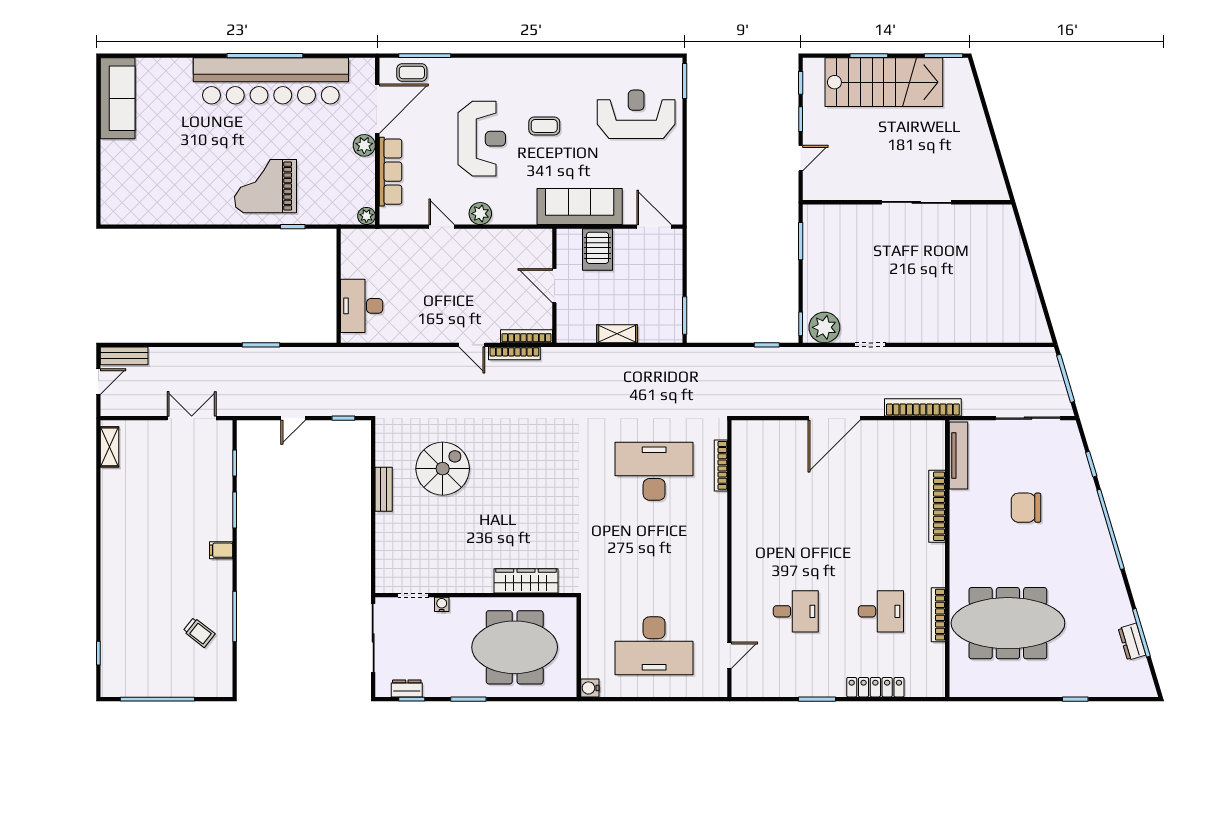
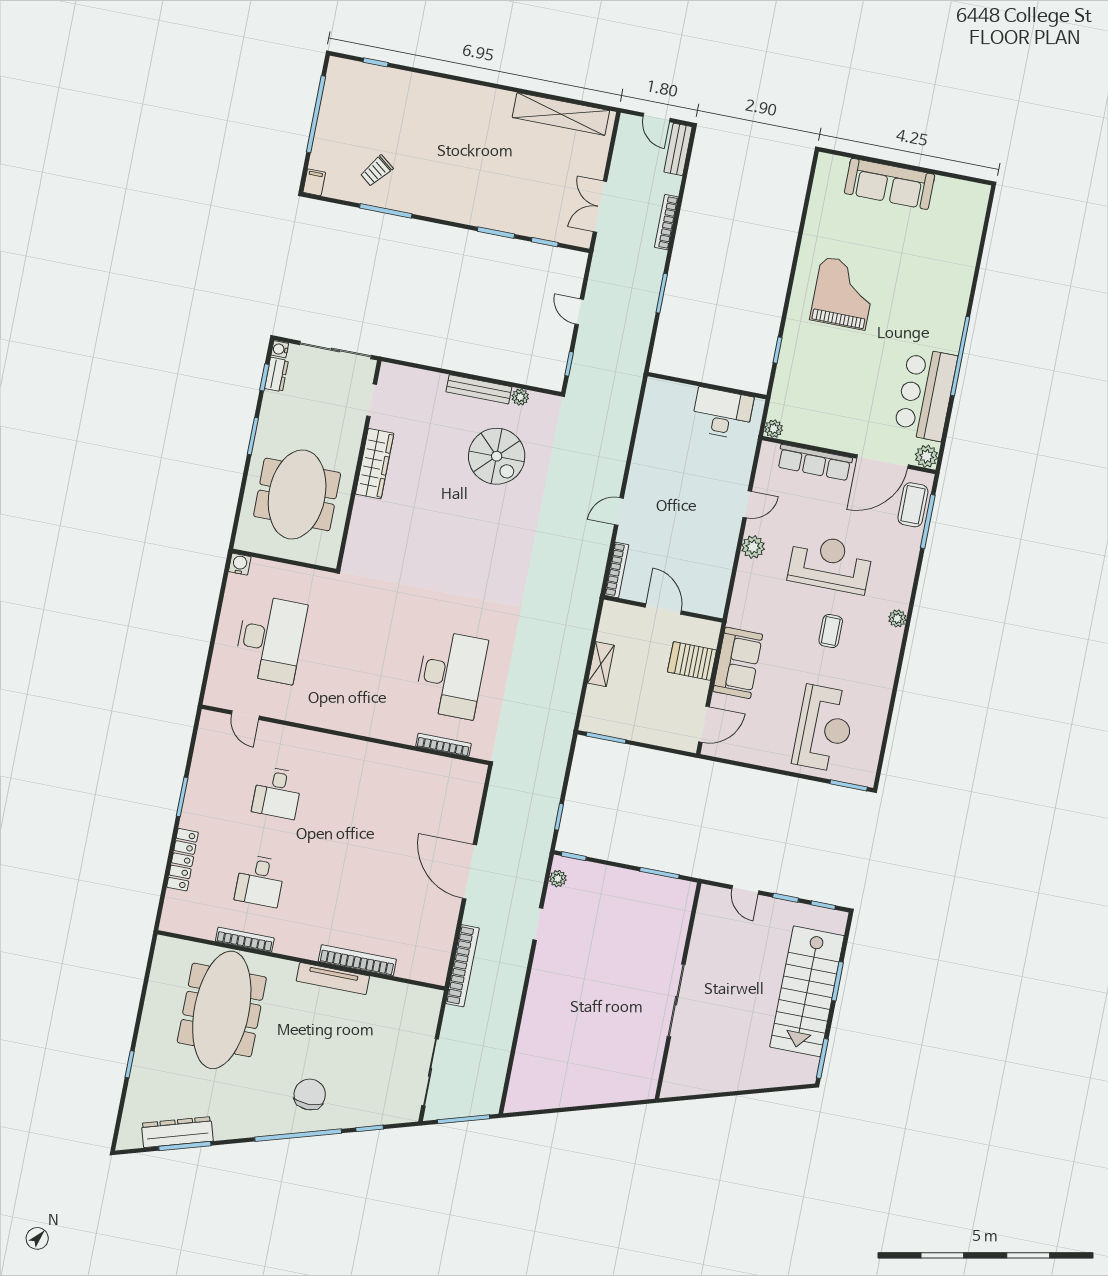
plant: (520, 66) -> (897, 618), added
coffee table: (412, 72) -> (913, 505), width x1.36, depth x1.30
bar counter: (271, 81) -> (926, 394), width x0.54
sofa: (118, 98) -> (890, 184), moved
door: (377, 109) -> (882, 462), hinge flipped
reception desk: (482, 139) -> (830, 564), turned 180
plant: (364, 145) -> (927, 456), moved
grand piano: (265, 186) -> (843, 293), moved
sofa: (580, 207) -> (738, 663), width x0.73
door: (554, 286) -> (663, 609), hinge flipped
desk: (362, 306) -> (722, 413), moved
plant: (824, 327) -> (558, 879), width x0.53, depth x0.53
bookcase: (514, 353) -> (666, 222), moved
double door: (192, 418) -> (600, 207), swing flipped
shelving: (109, 447) -> (561, 114), width x2.20, depth x1.33
tv unit: (958, 455) -> (333, 979), moved
plant: (383, 457) -> (520, 397), added
bench: (384, 489) -> (479, 389), width x1.36
chair: (1026, 508) -> (310, 1094), moved
filing cabinet: (221, 550) -> (314, 182), moved
wardrobe: (526, 581) -> (375, 464), moved
water cooler: (442, 604) -> (280, 349), moved, turned 180
dresser: (1132, 642) -> (177, 1132), width x1.96, depth x1.24
desk: (654, 646) -> (270, 639), turned 180

